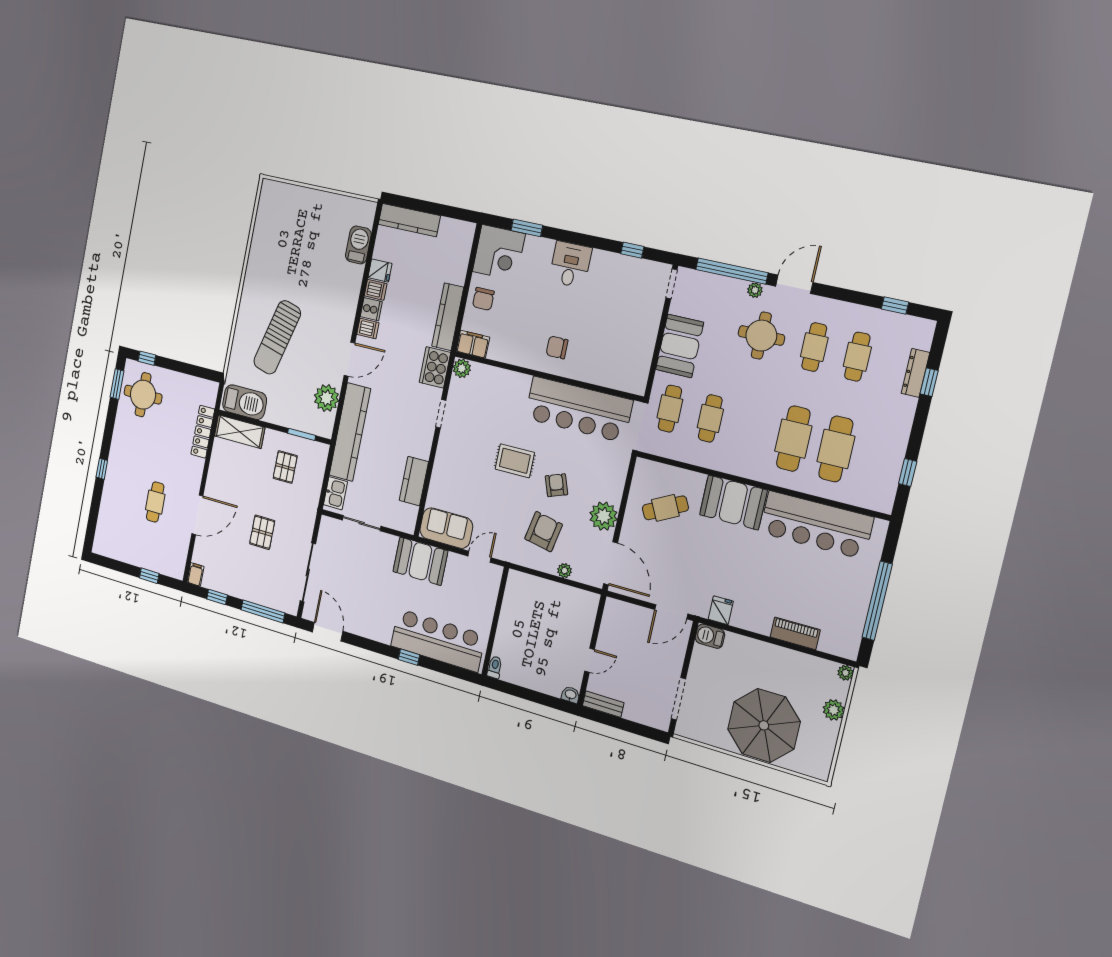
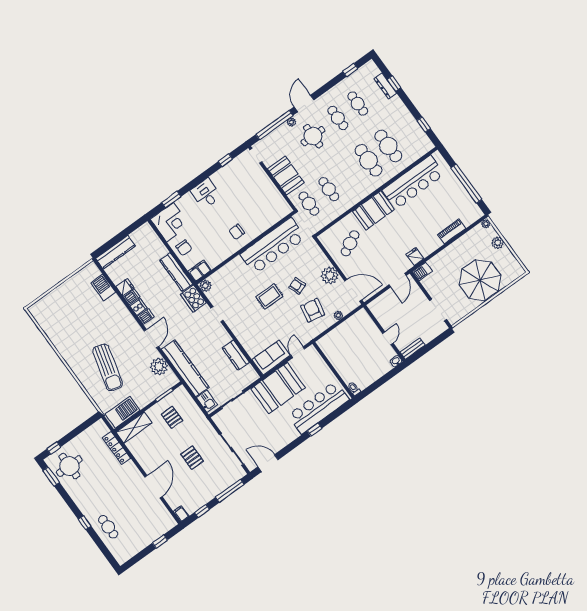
cafe table: (155, 502) -> (108, 527), moved
booth: (420, 561) -> (278, 388), width x1.36, depth x1.42

